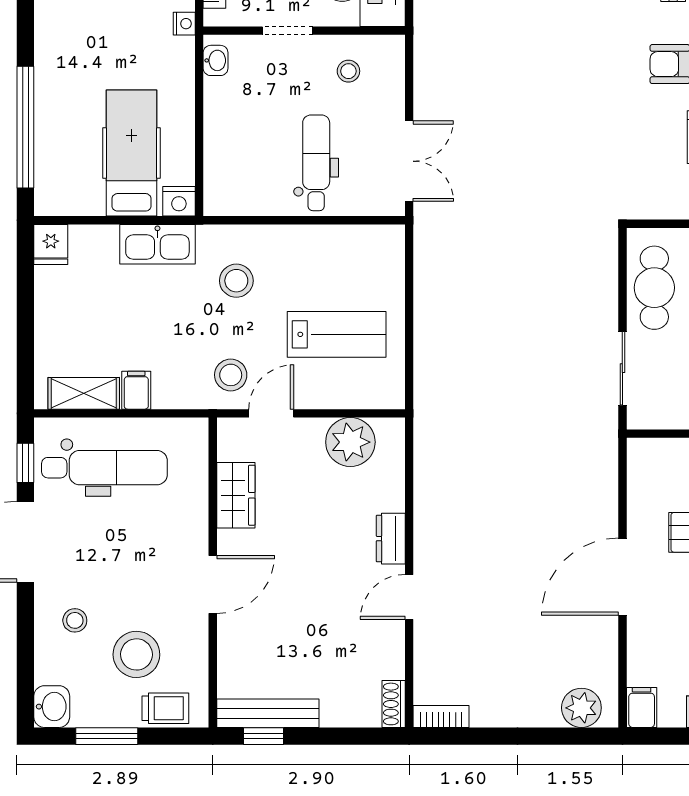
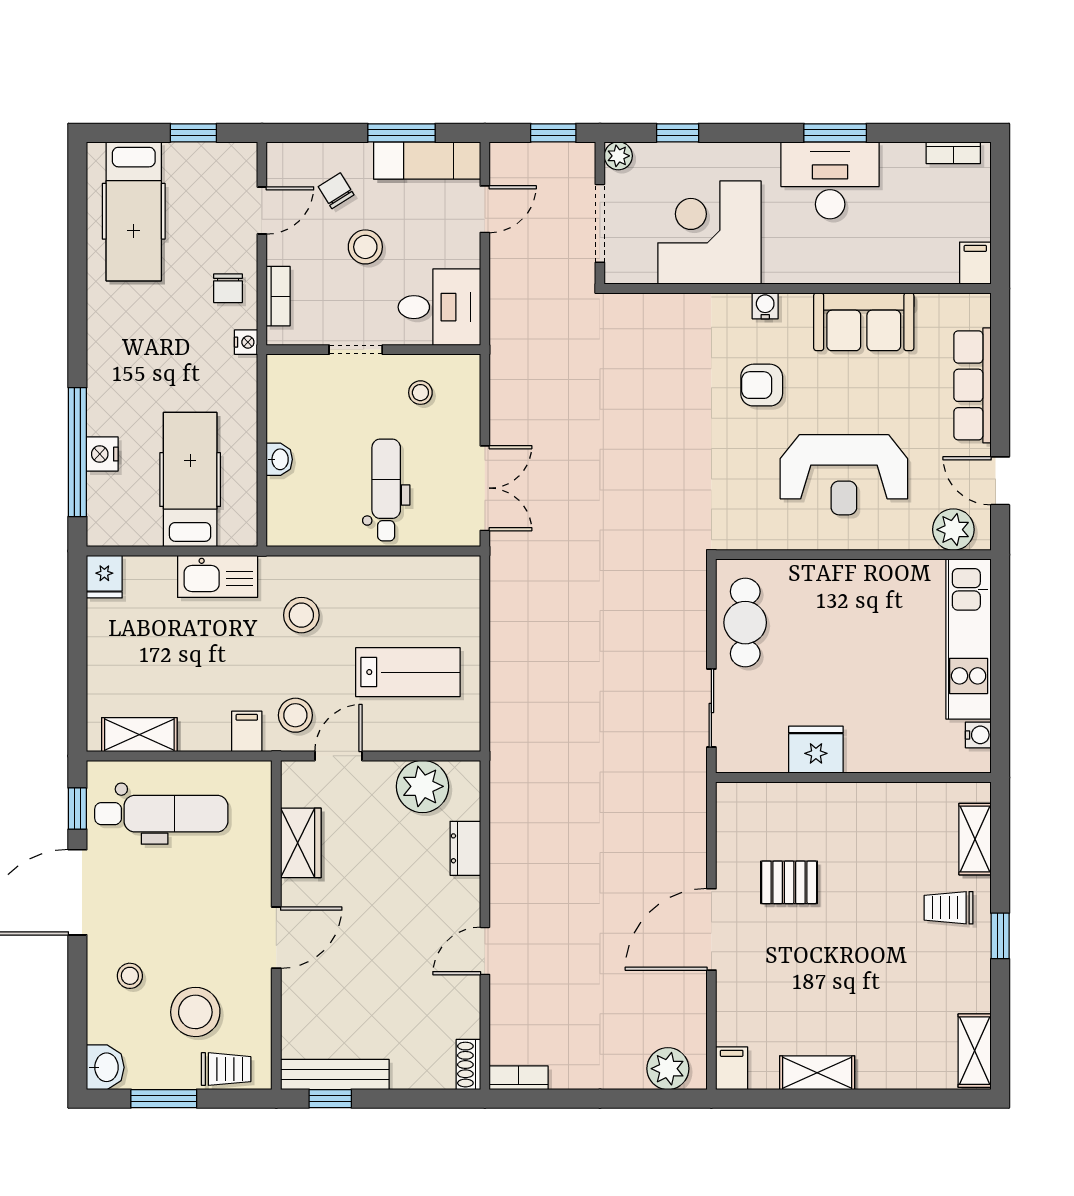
washbasin: (216, 60) -> (279, 459), moved
nightstand: (179, 201) -> (102, 454), moved, turned 90
filing cabinet: (136, 390) -> (247, 731), moved
dresser: (391, 539) -> (465, 848), moved

